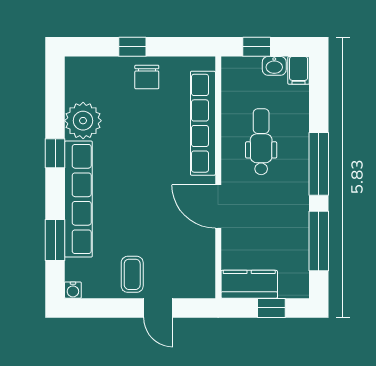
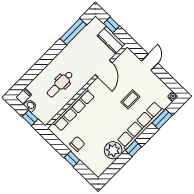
window: (319, 164) -> (48, 58), removed
door: (218, 206) -> (104, 69), moved
coffee table: (132, 274) -> (130, 99), moved

